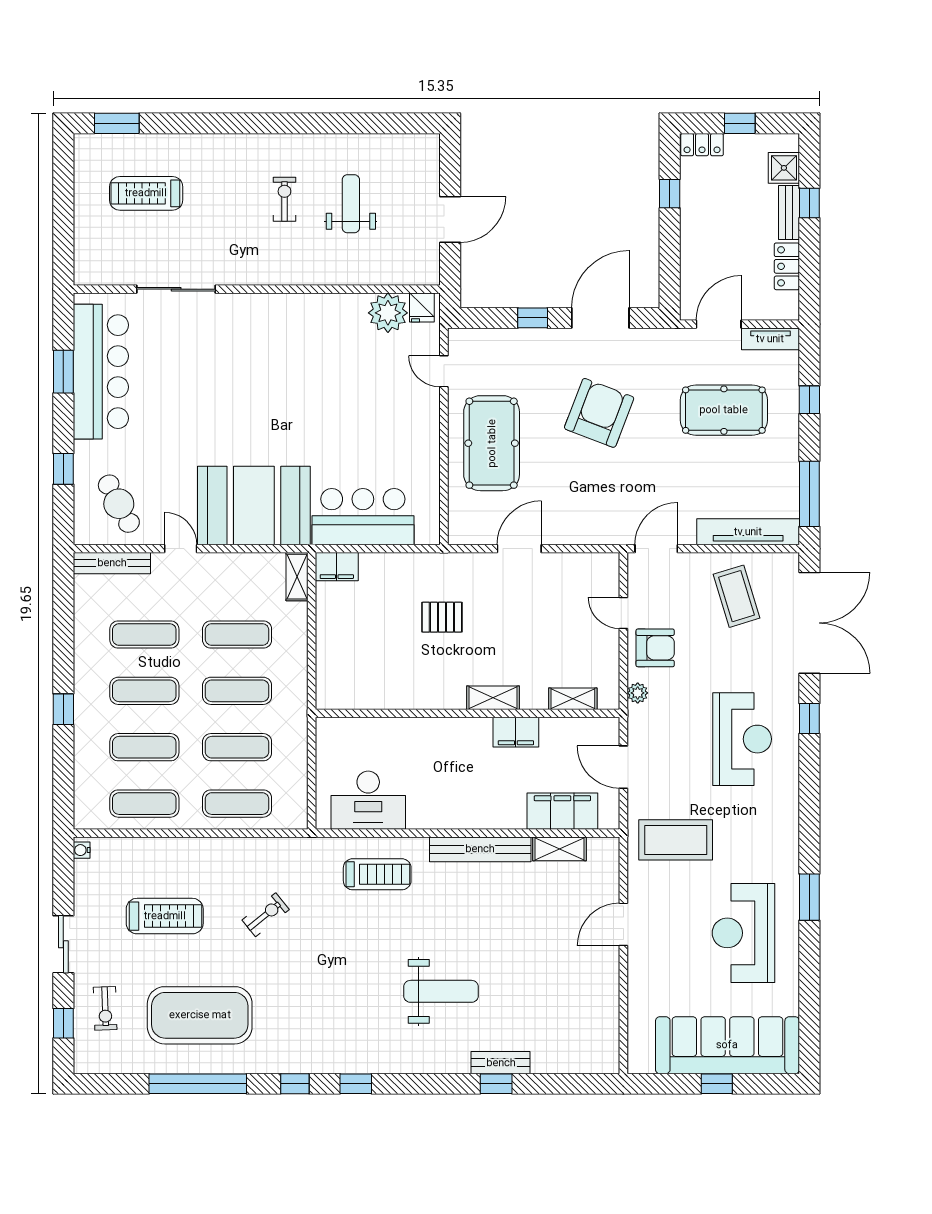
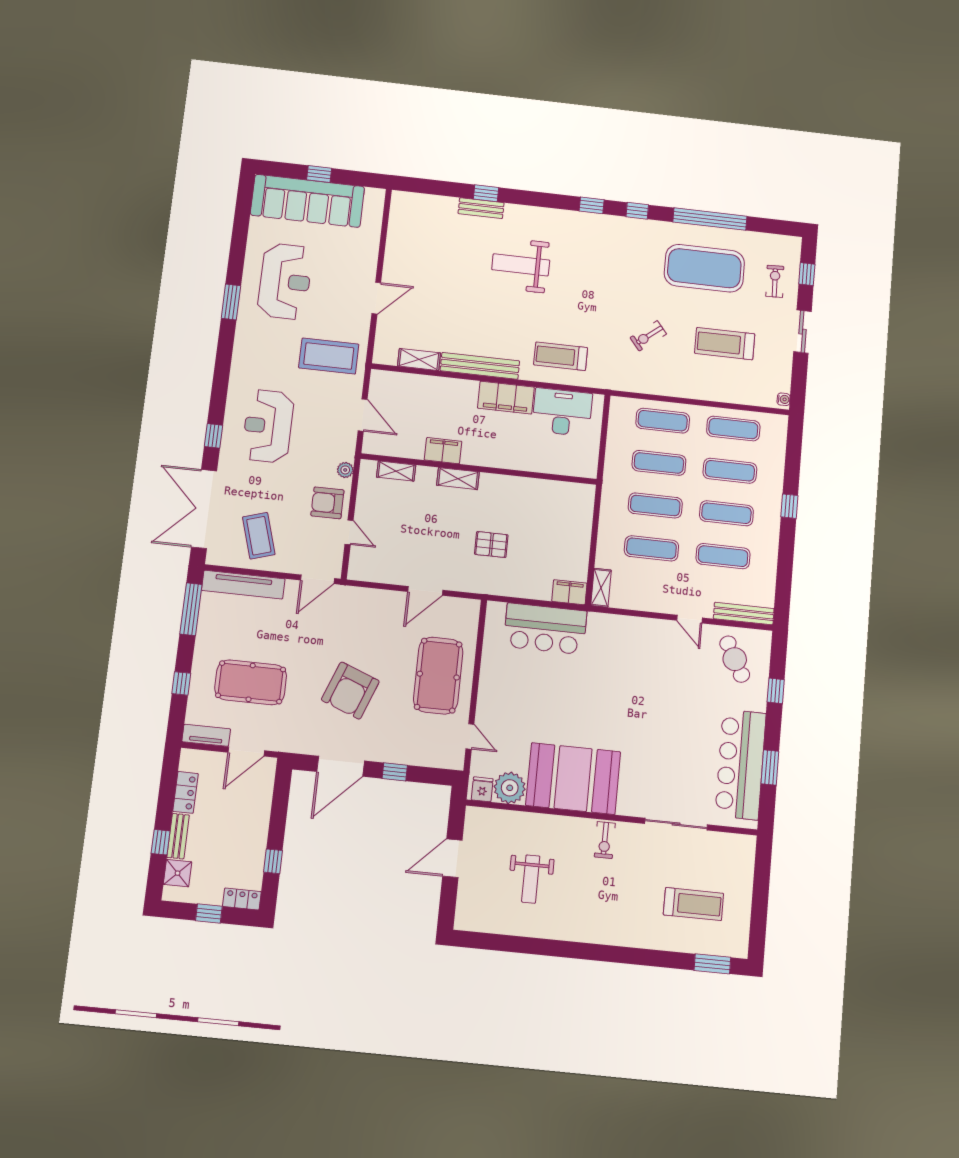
exercise bike: (284, 199) -> (605, 840), moved
booth: (254, 505) -> (573, 779), moved
filing cabinet: (562, 811) -> (506, 398), moved

